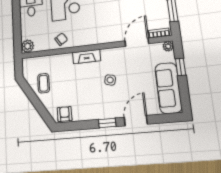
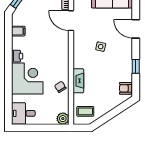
fireplace: (87, 57) -> (78, 81), moved
coffee table: (44, 83) -> (85, 111), moved
window: (107, 123) -> (136, 66), moved

